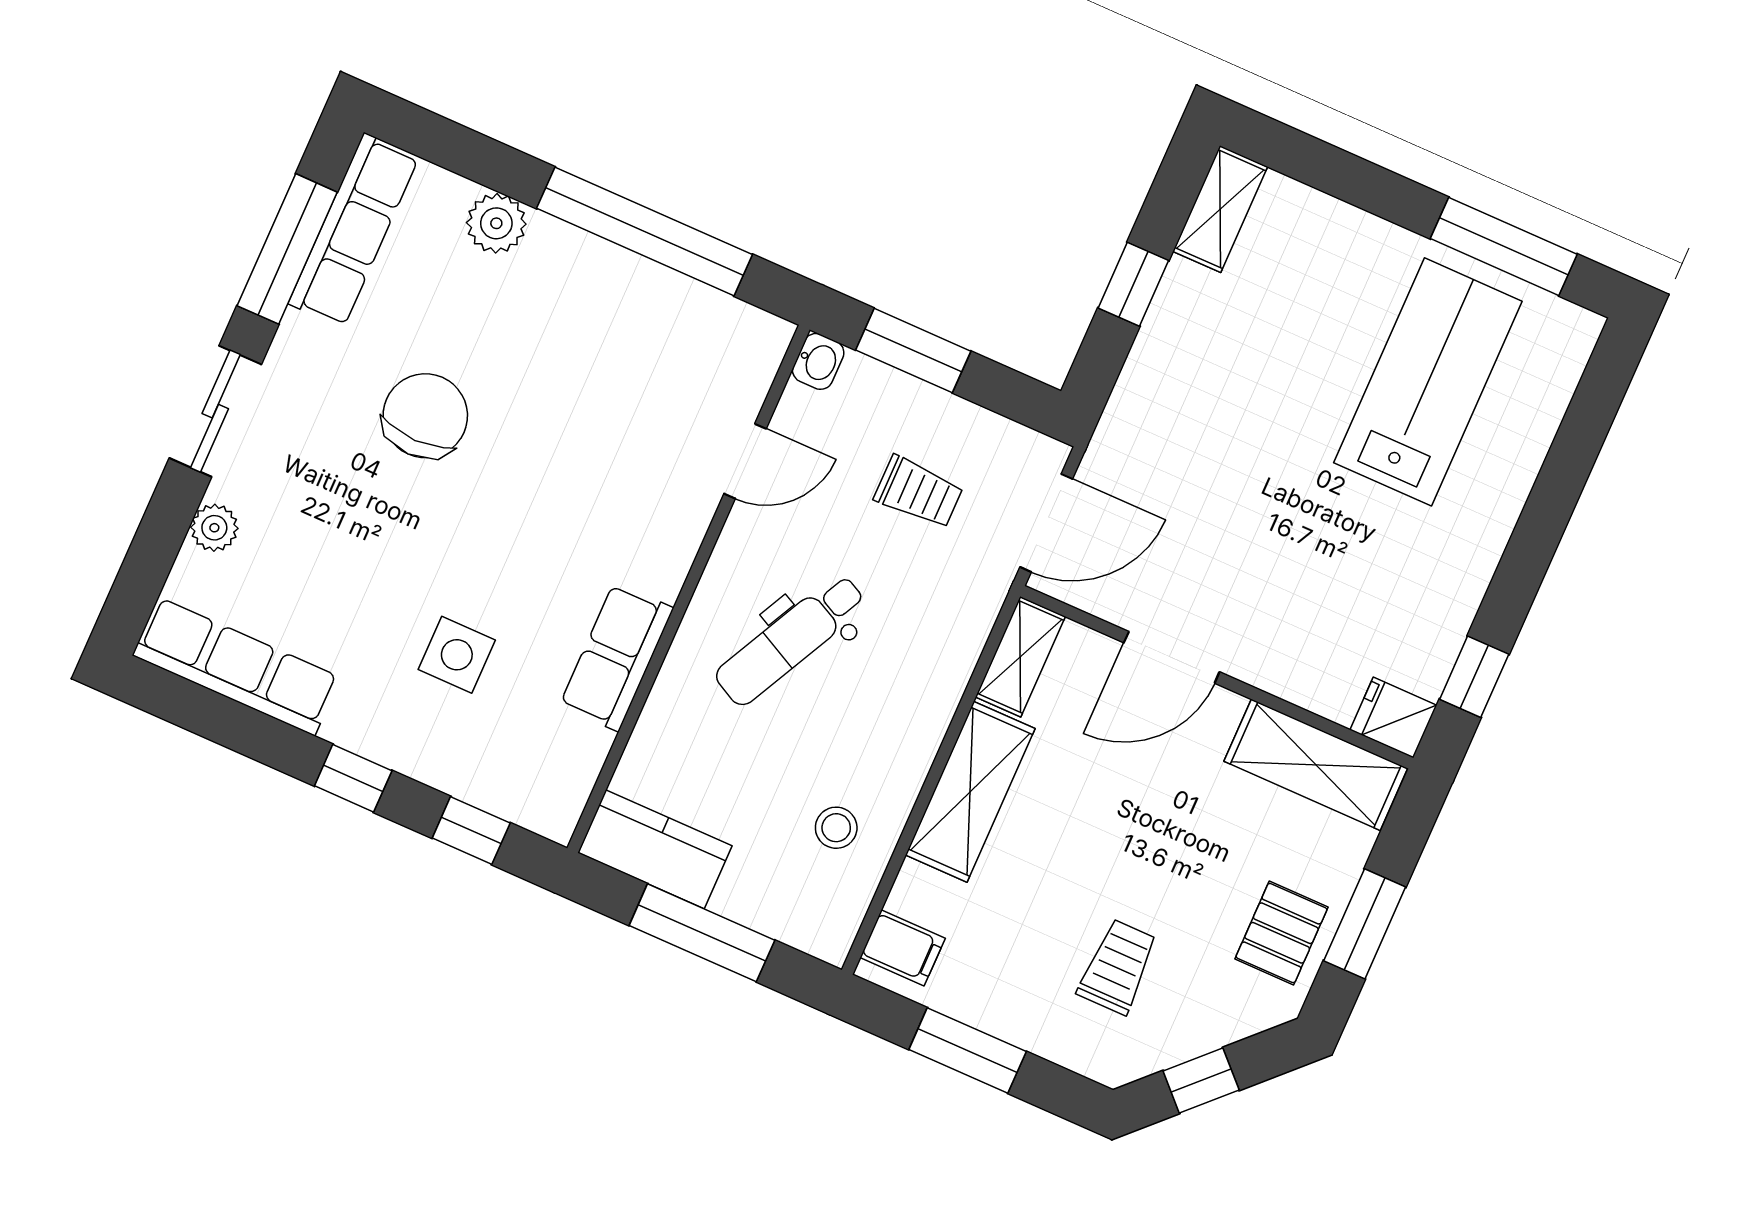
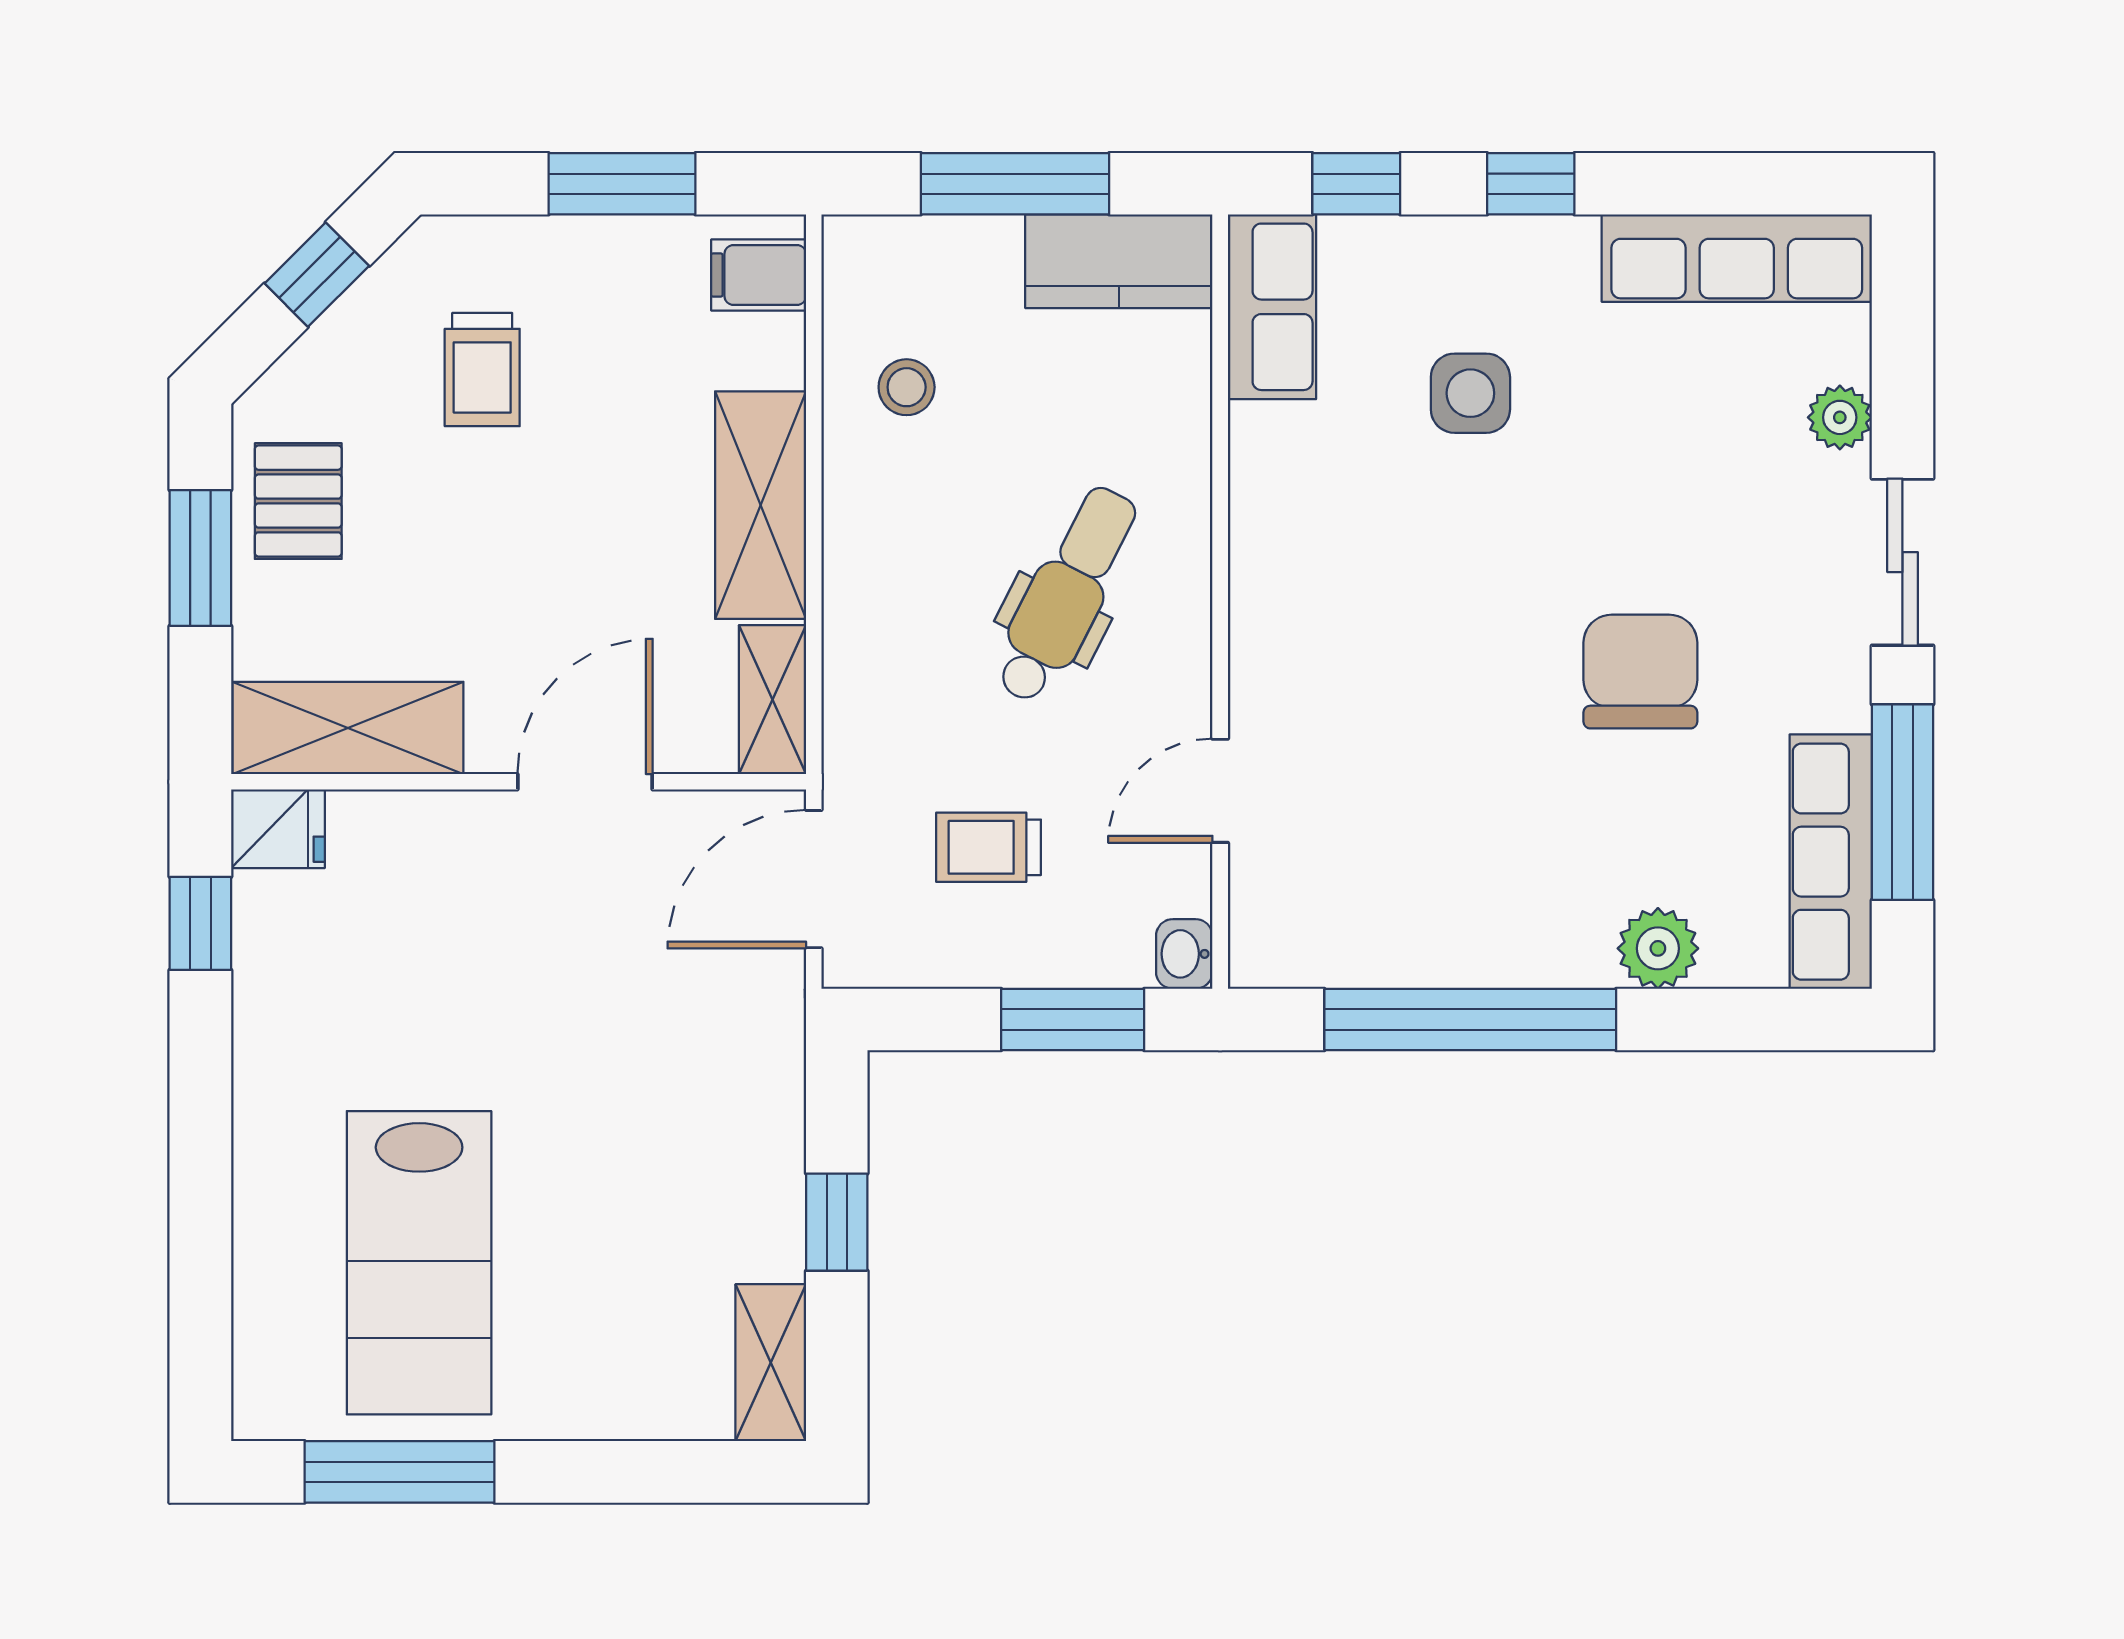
chair: (425, 416) -> (1640, 672), turned 180
row of seats: (616, 657) -> (1272, 307), moved

